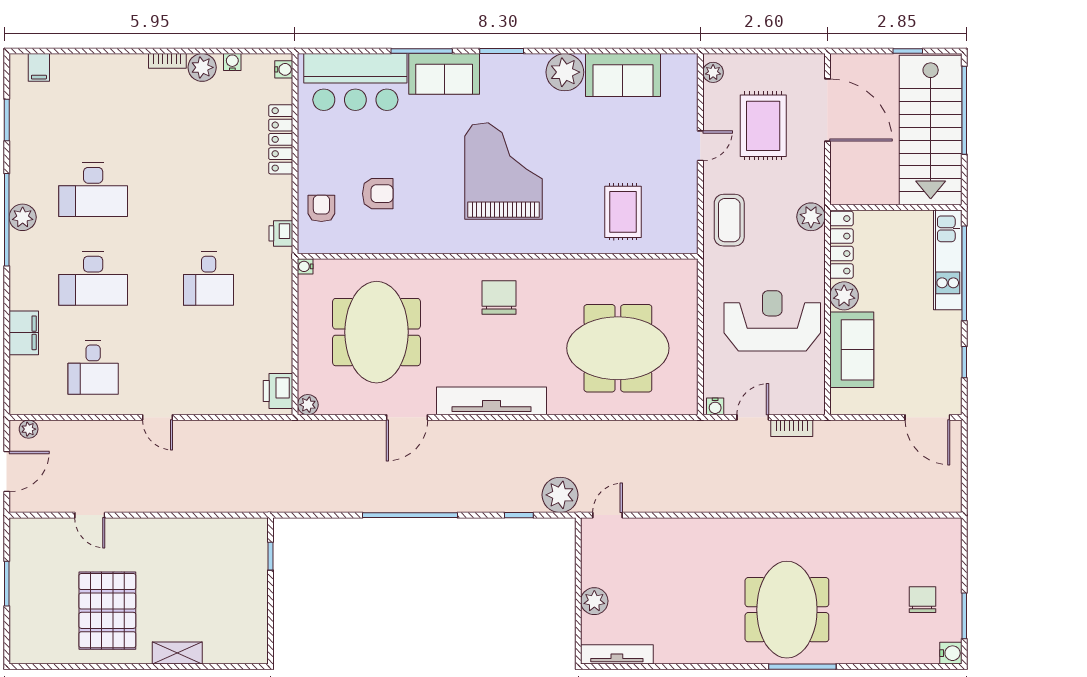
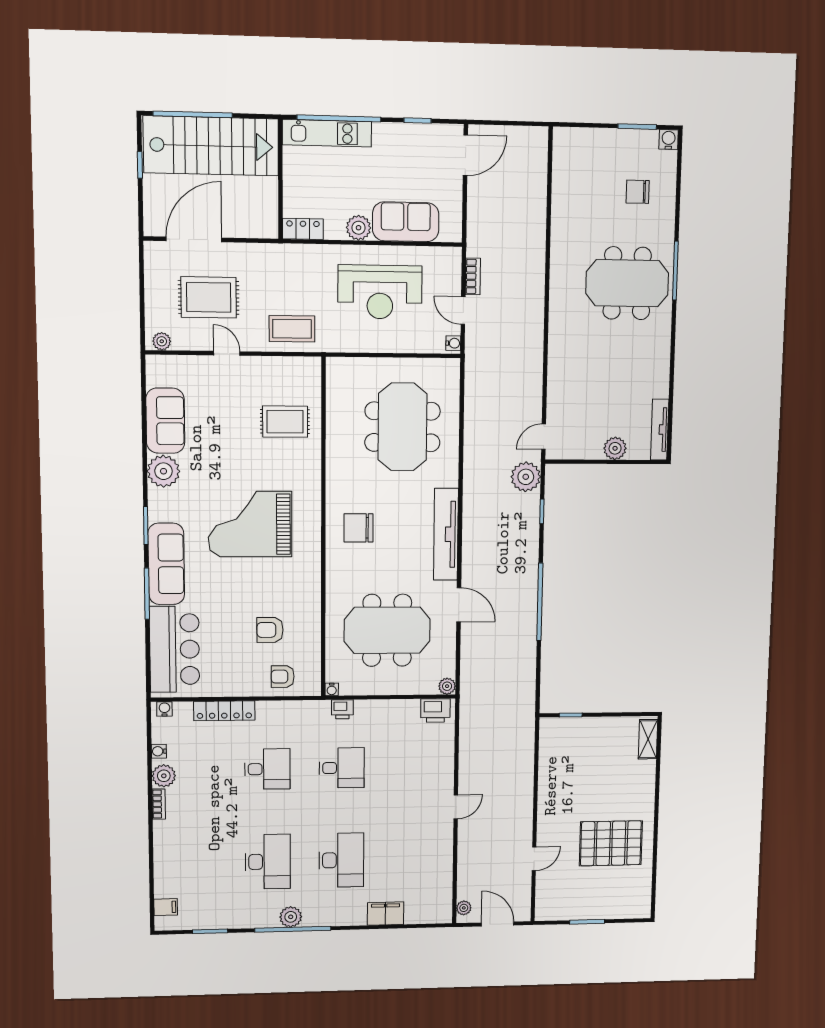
sofa: (444, 74) -> (166, 564), width x1.36
armchair: (378, 194) -> (270, 630), turned -90
plant: (811, 217) -> (289, 256), removed
printer: (281, 233) -> (342, 709), moved
locker: (841, 245) -> (303, 229), width x0.66
reception desk: (772, 321) -> (380, 292), turned -90
desk: (93, 367) -> (267, 769), moved
door: (608, 515) -> (544, 437), hinge flipped
chair: (922, 600) -> (638, 192), moved
shelving: (177, 653) -> (648, 739), moved

